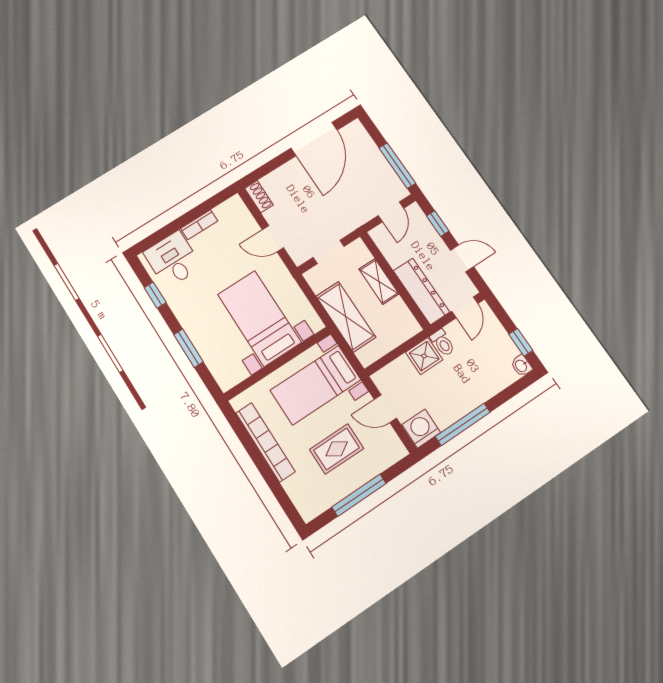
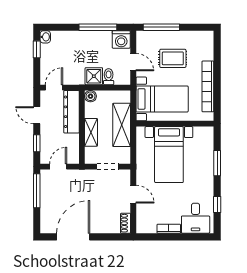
boiler: (411, 327) -> (90, 96), added
toilet: (443, 343) -> (109, 77), moved
window: (359, 495) -> (161, 27), moved

